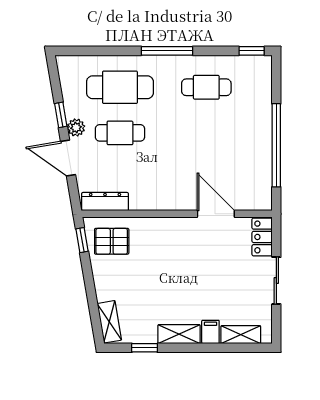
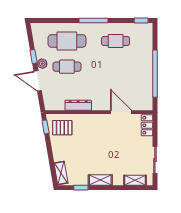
dresser: (105, 202) -> (78, 105), moved
sliding door: (276, 281) -> (155, 160), moved
filing cabinet: (210, 332) -> (118, 179), removed

